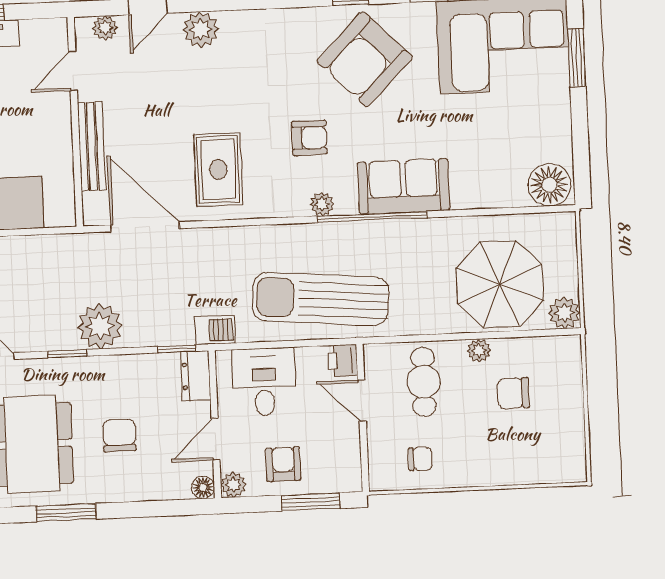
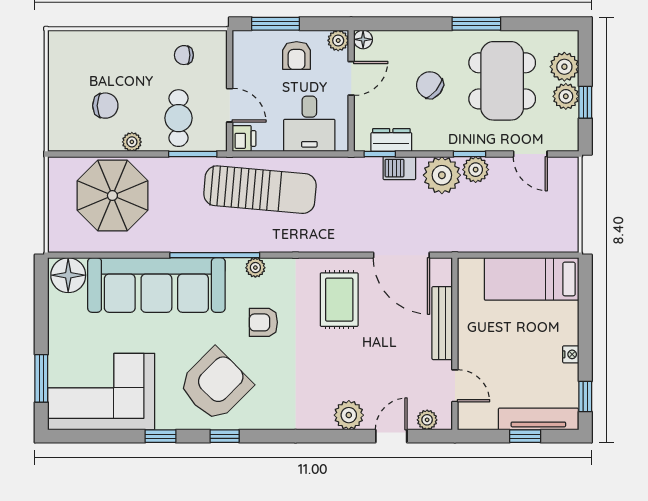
door: (73, 71) -> (455, 386), hinge flipped
sofa: (403, 186) -> (156, 285), width x1.85, depth x1.27
plant: (564, 313) -> (476, 170), moved
barbecue: (215, 330) -> (399, 168), moved
window: (404, 339) -> (193, 154), added
dresser: (196, 376) -> (391, 140), moved, turned -90
chair: (120, 435) -> (430, 85), turned 130

